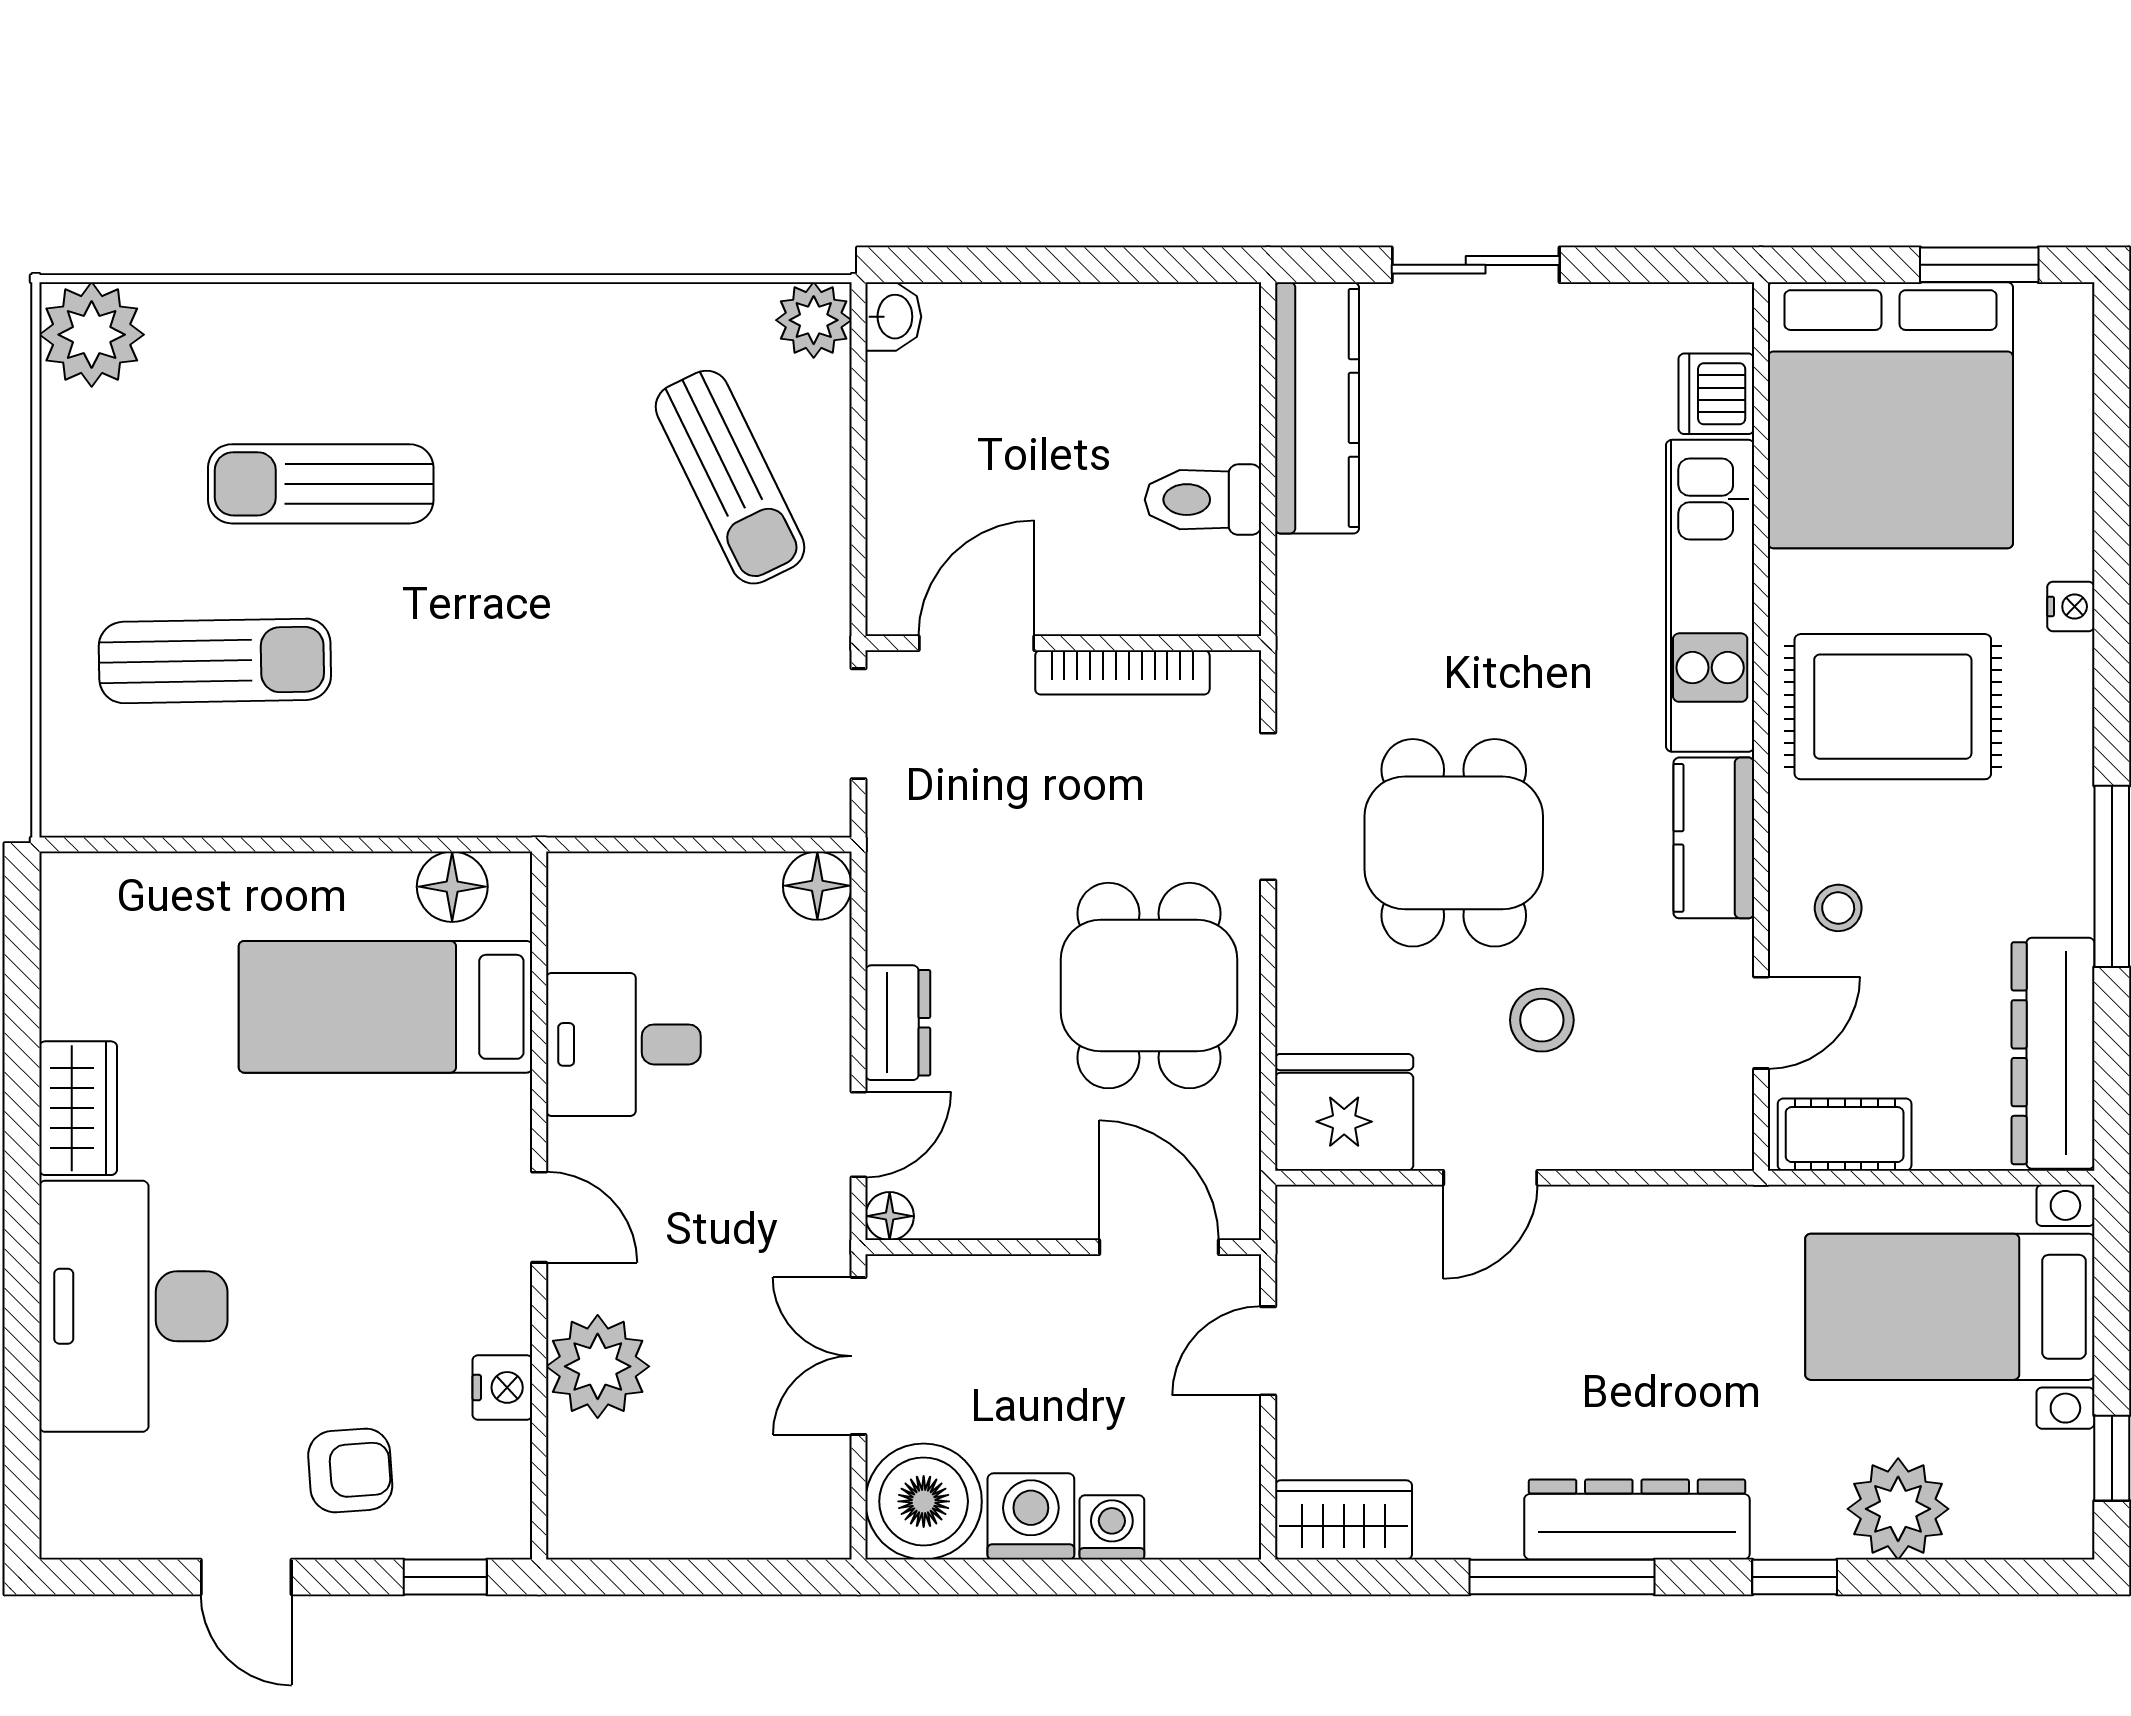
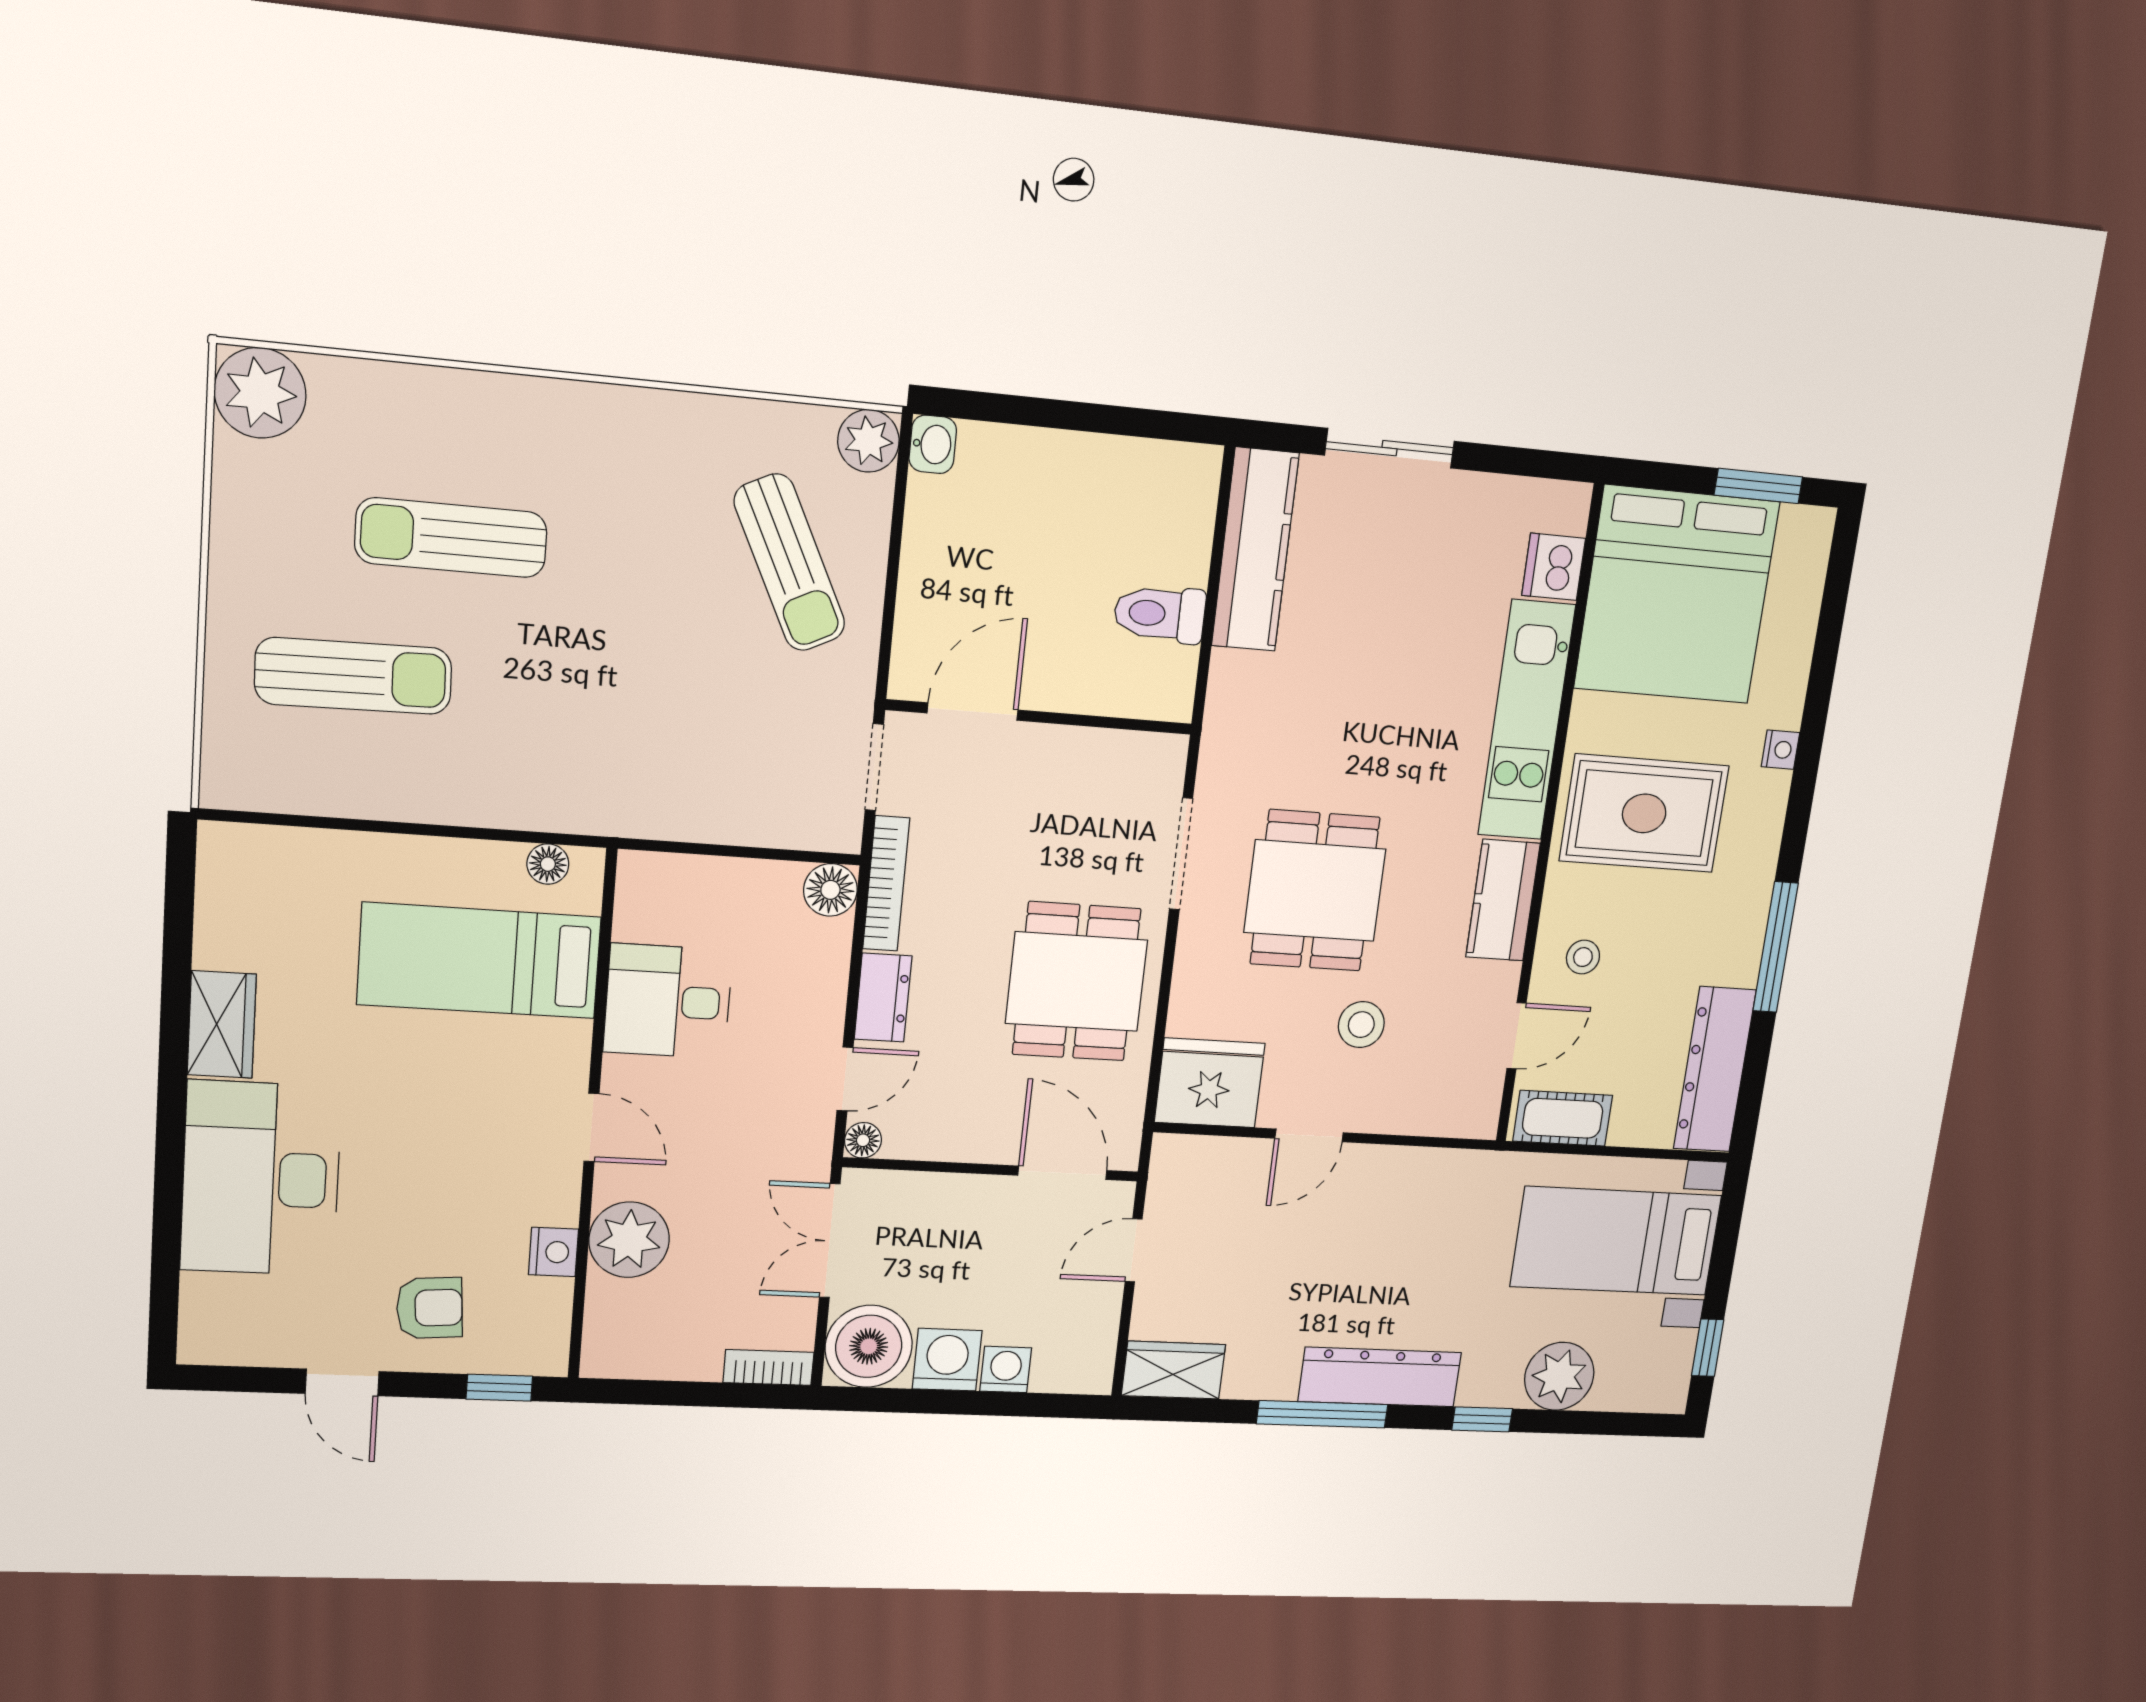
bookcase: (1122, 672) -> (886, 884), moved, turned -90
floor lamp: (452, 887) -> (548, 864), width x0.73, depth x0.73
bookcase: (793, 1536) -> (769, 1367), added

